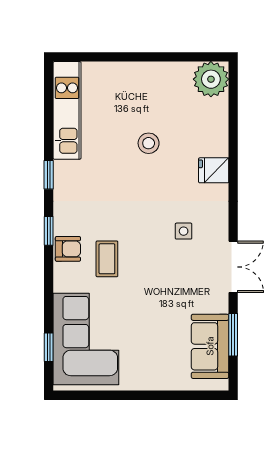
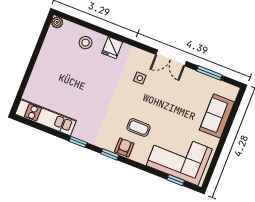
plant: (211, 79) -> (57, 22), width x0.53, depth x0.53
stool: (149, 143) -> (86, 43), moved
double door: (233, 267) -> (171, 58), swing flipped
sofa: (210, 346) -> (217, 116), moved, turned 90

